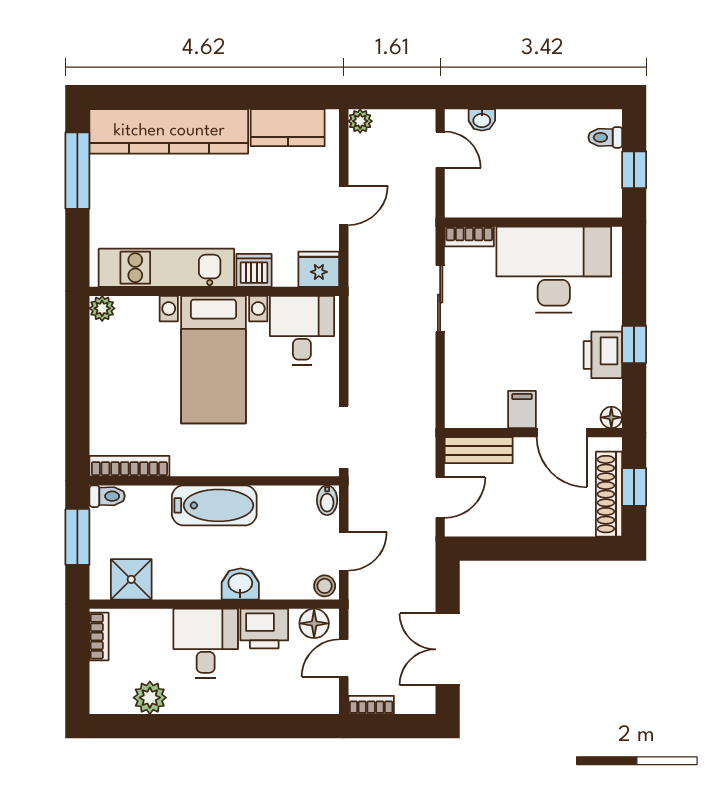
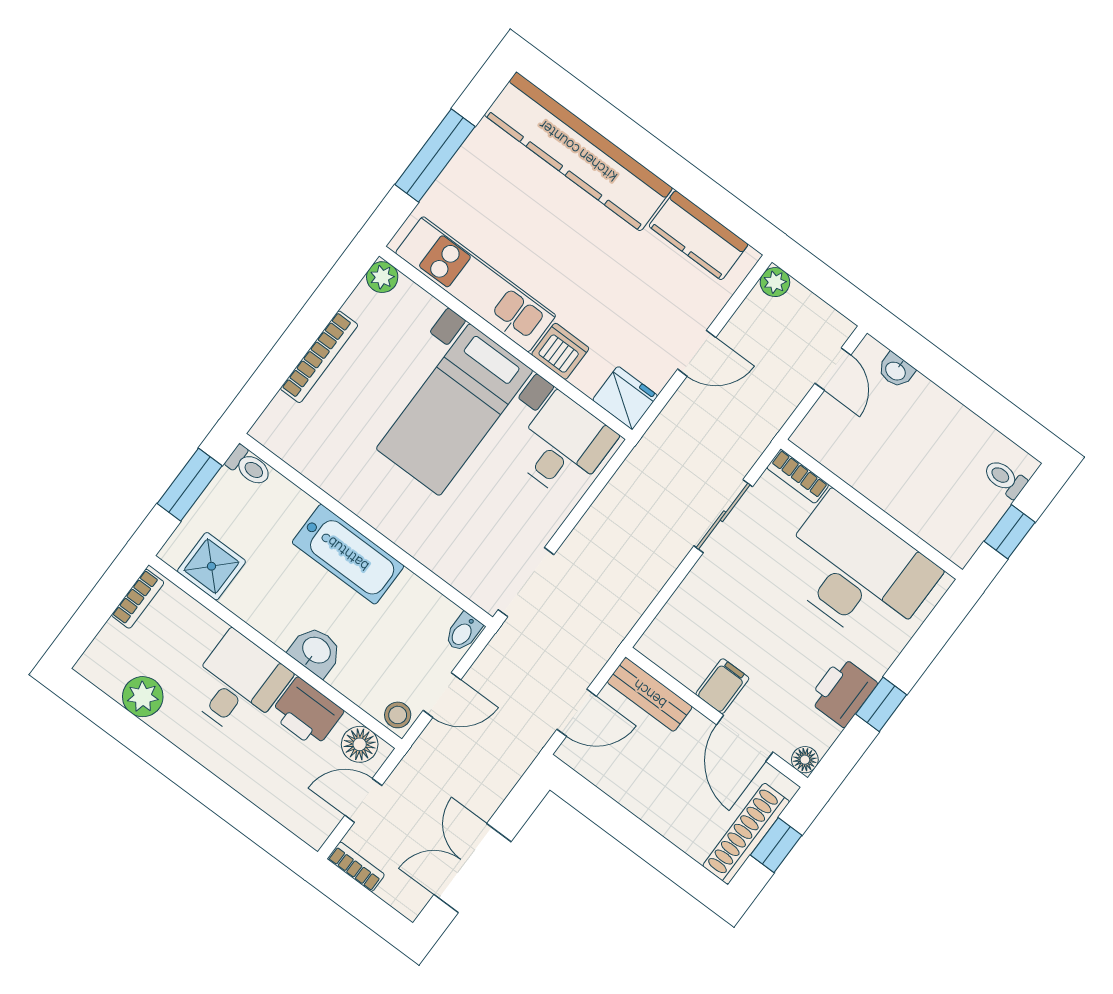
window: (77, 171) -> (435, 155), moved
bookcase: (129, 466) -> (319, 357), moved, turned 90

